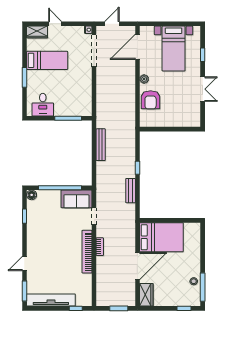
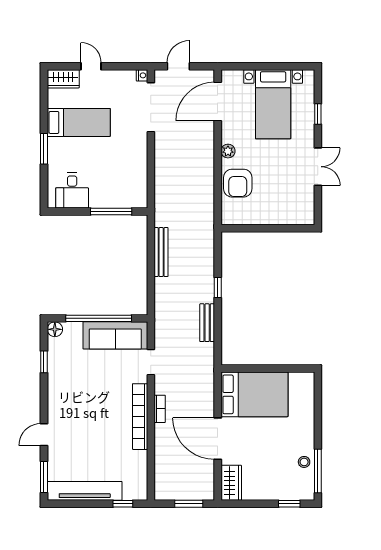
sofa: (76, 199) -> (115, 335), width x1.36
door: (137, 266) -> (218, 439), swing flipped

